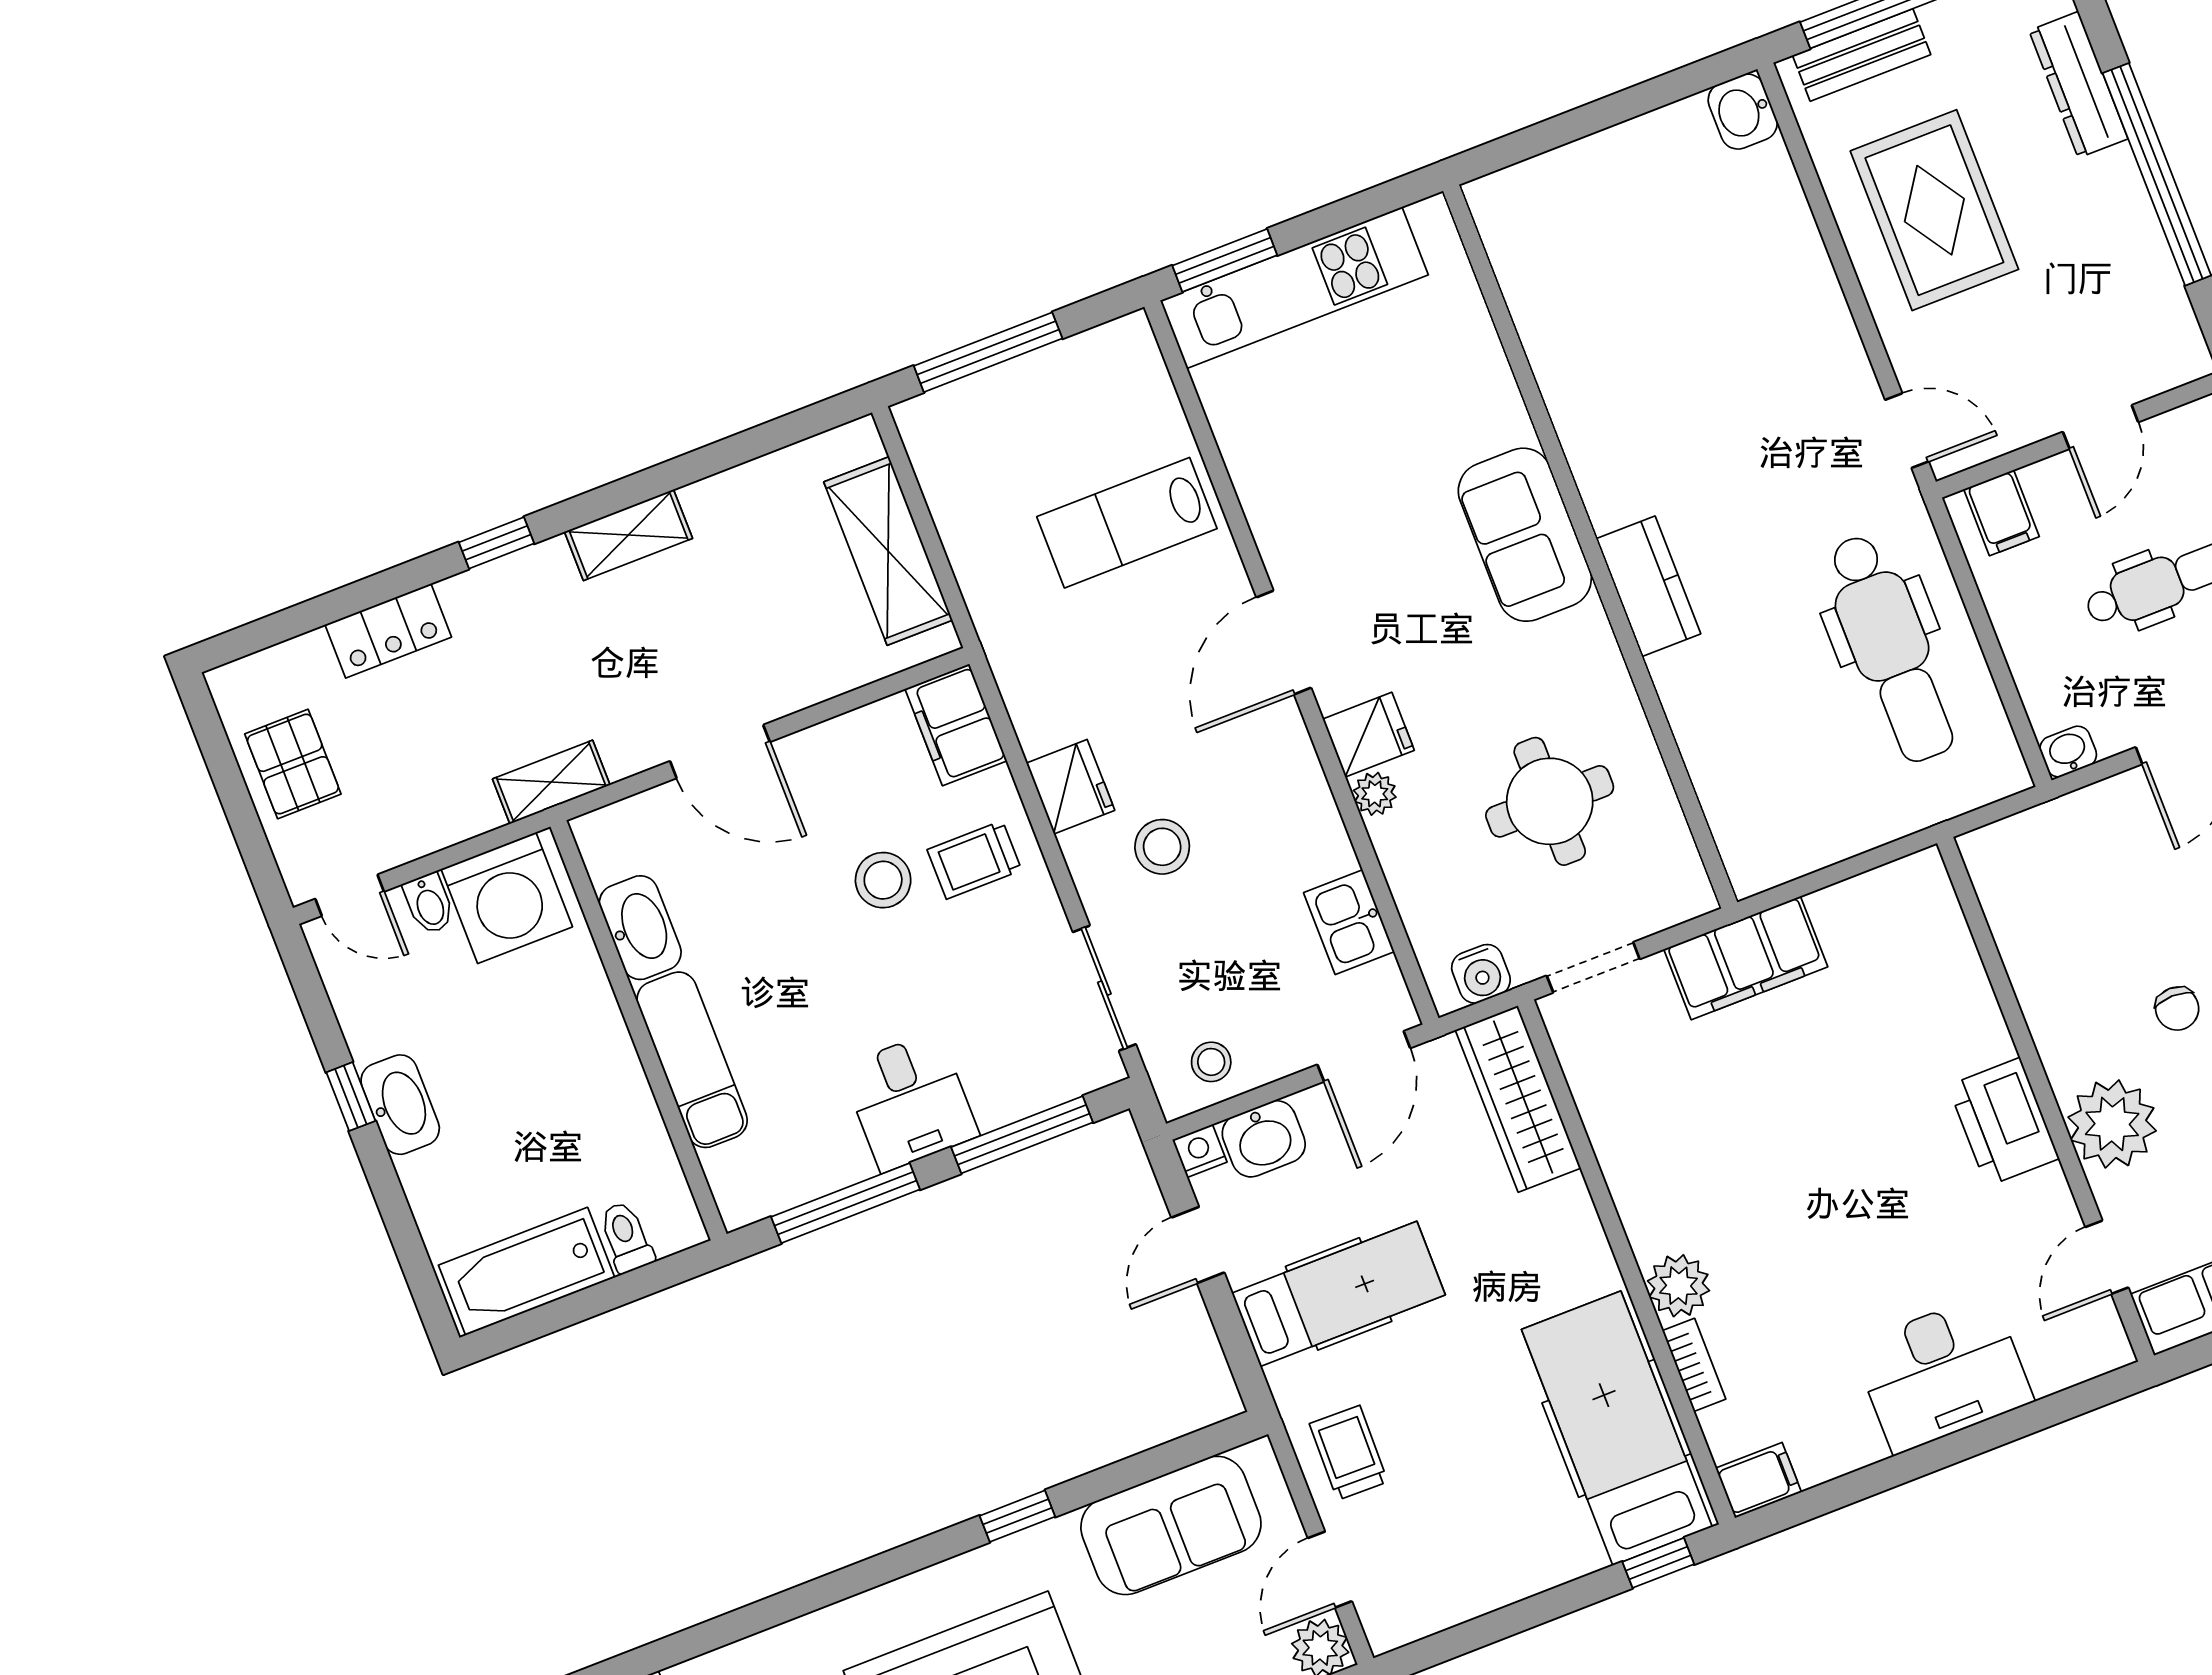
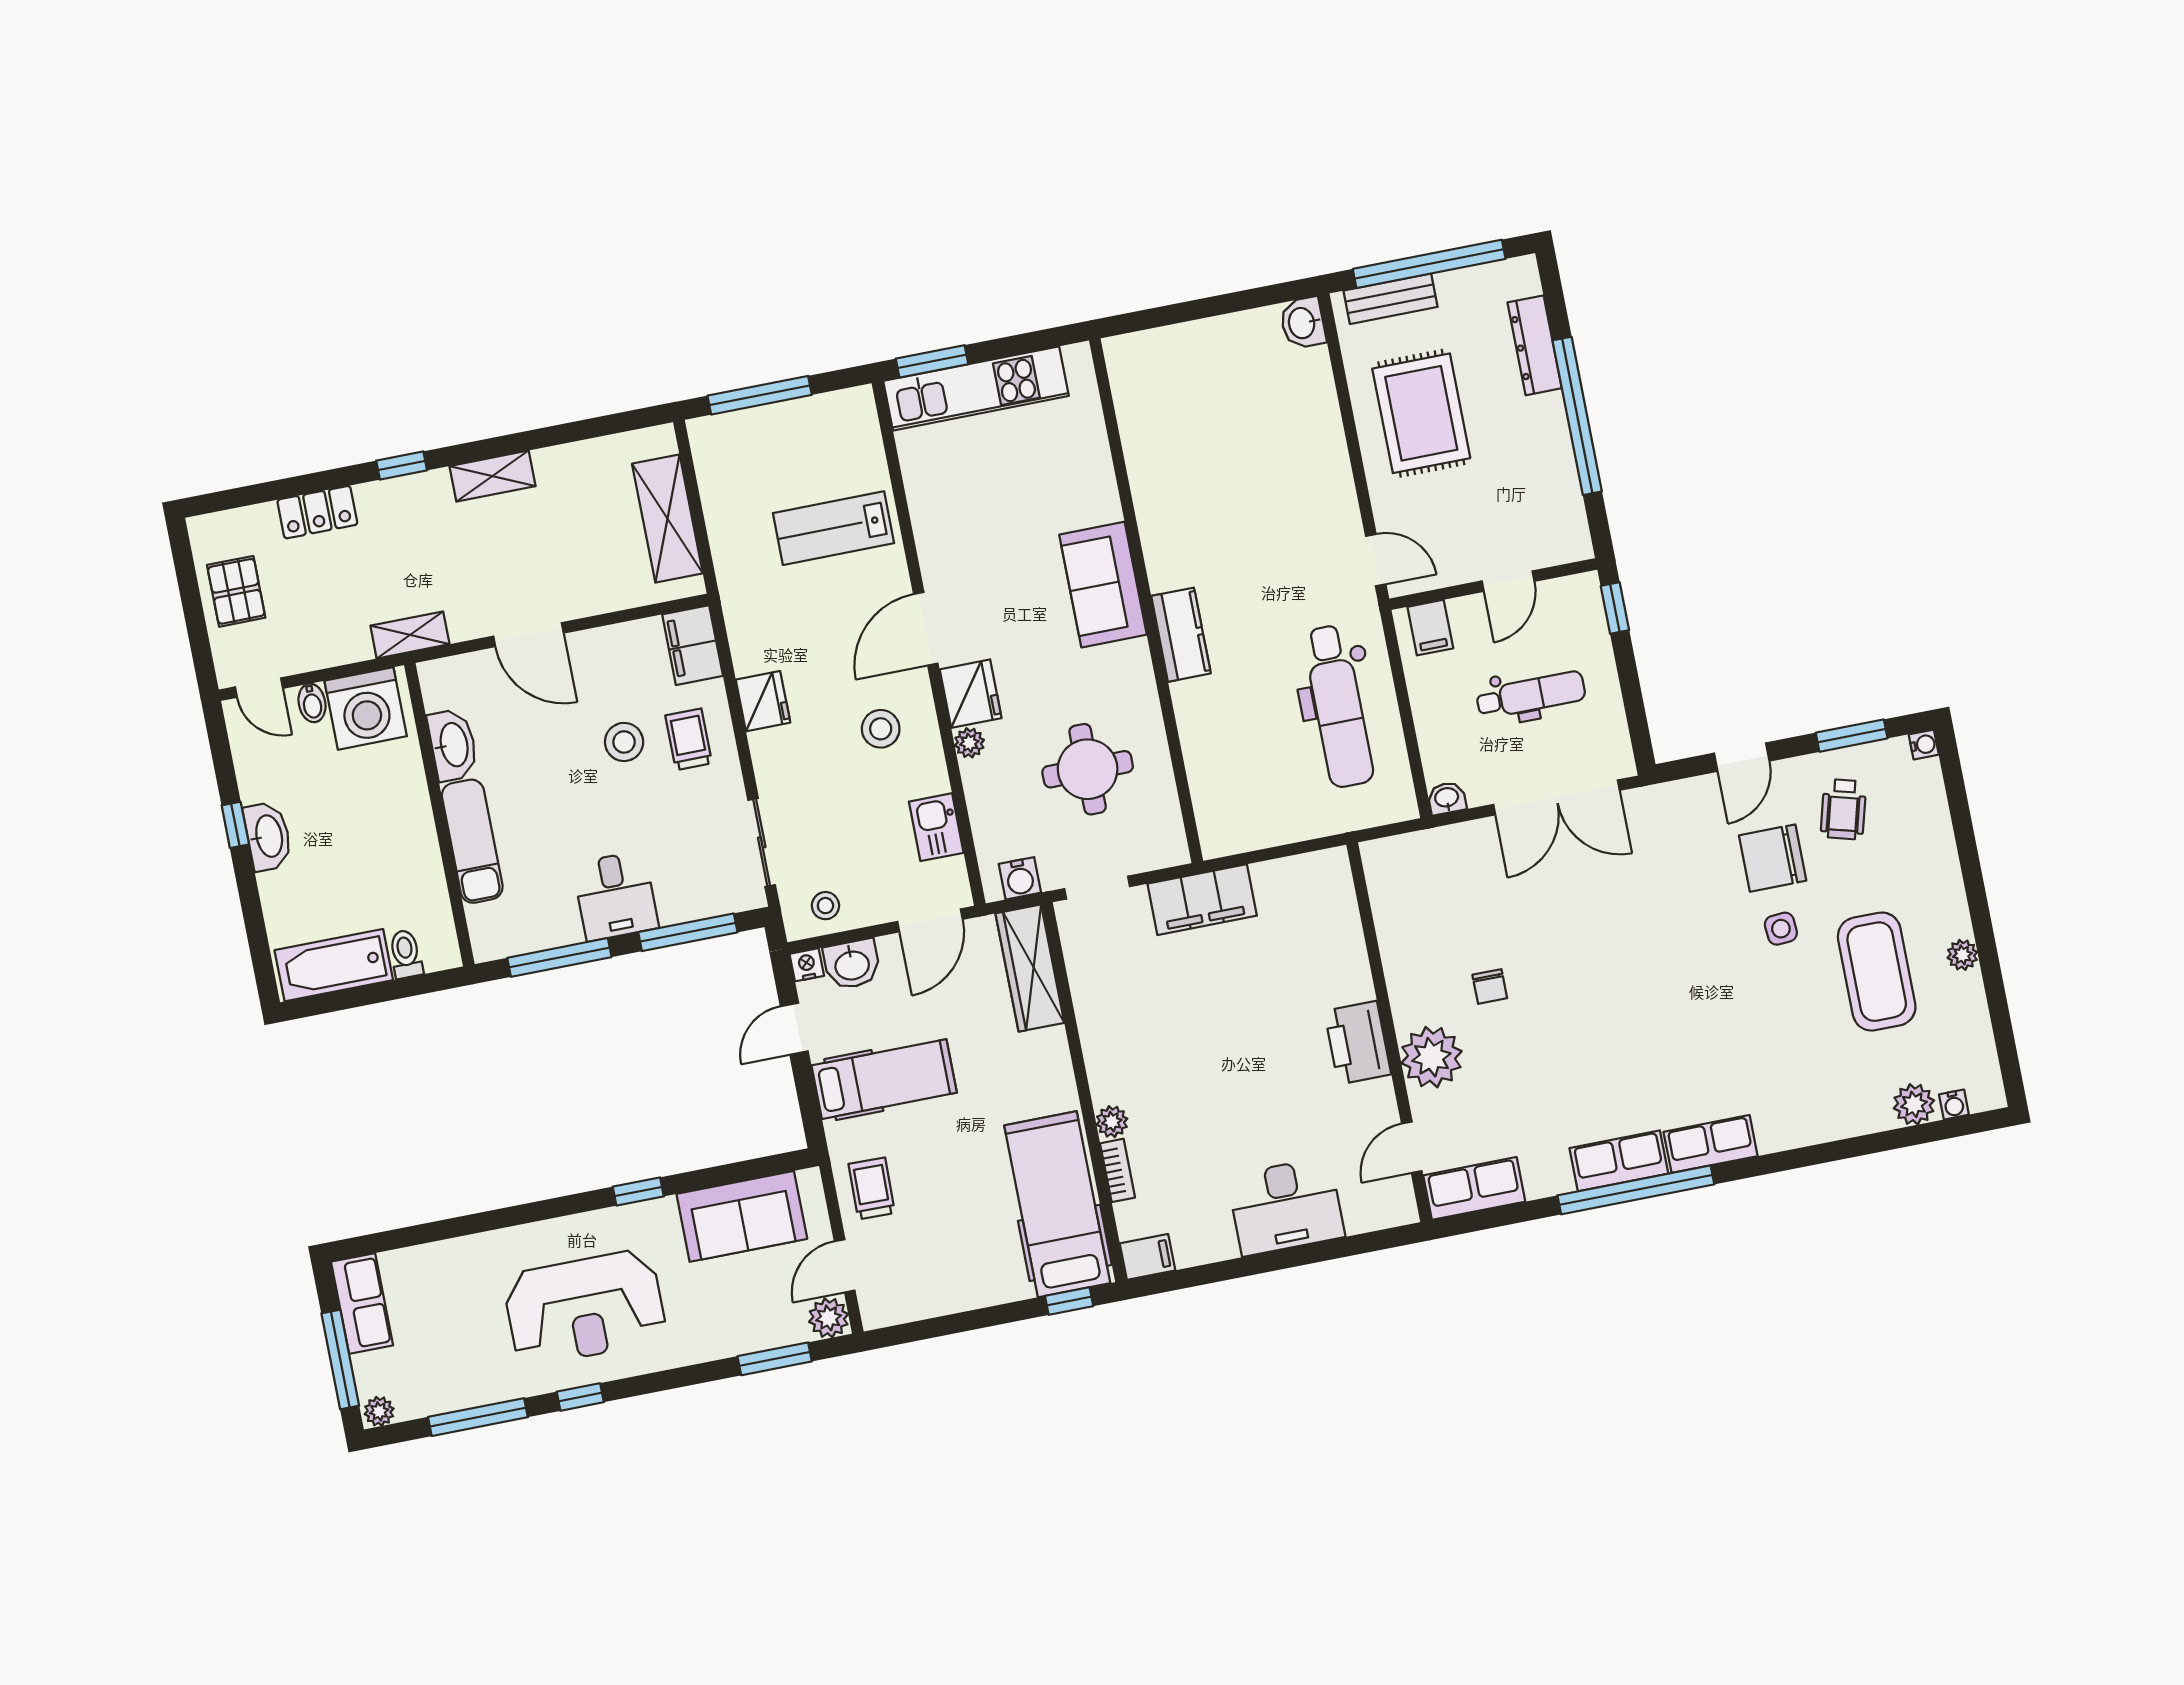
fridge: (1368, 735) -> (971, 694), width x1.38
stool: (1162, 847) -> (881, 729), moved
trolley: (974, 860) -> (689, 739), turned 90
plant: (1679, 1286) -> (1112, 1122), width x0.73, depth x0.73

